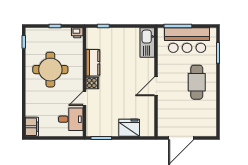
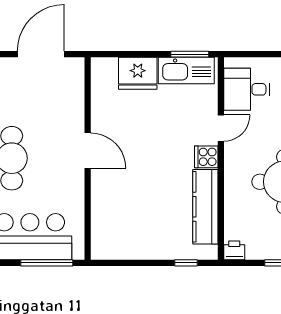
kitchen sink: (147, 43) -> (186, 70), moved, turned 90
kitchen counter: (93, 63) -> (205, 207), width x1.50
door: (156, 86) -> (88, 151), hinge flipped

